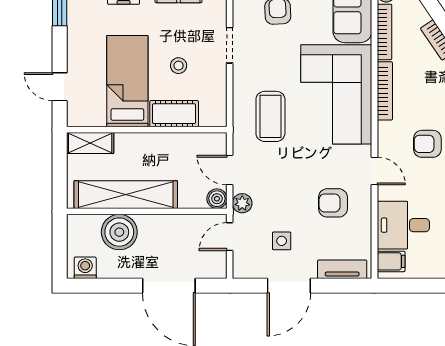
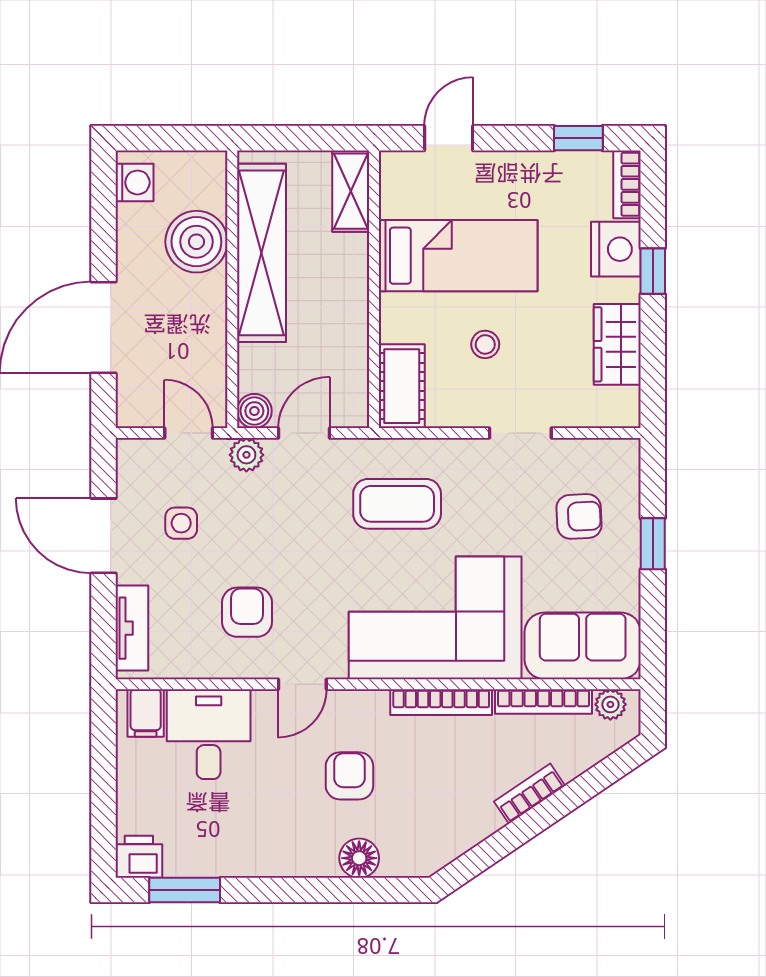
cot: (174, 114) -> (402, 386), moved

